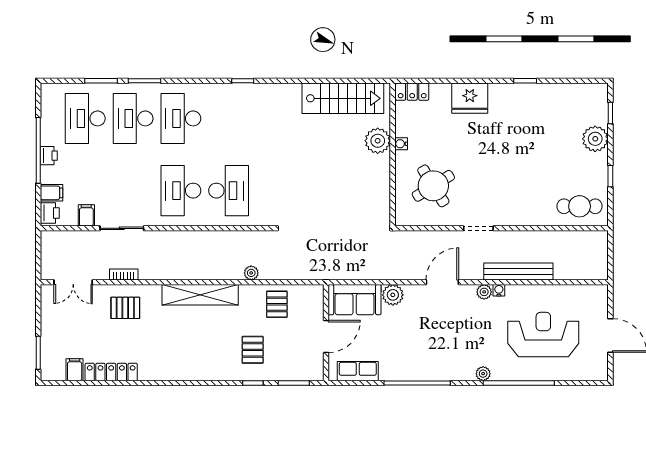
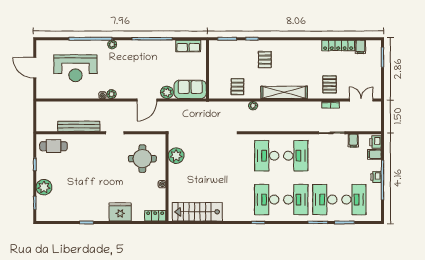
desk: (133, 118) -> (325, 200), turned 180
desk: (229, 118) -> (267, 200), added
plant: (378, 141) -> (176, 156), moved
round table: (433, 186) -> (142, 159), turned 32
bench: (518, 272) -> (79, 126), moved
door: (442, 282) -> (147, 100), moved
pallet: (125, 308) -> (330, 84), turned 90
door: (326, 336) -> (208, 67), removed
pallet: (253, 350) -> (265, 60), moved

